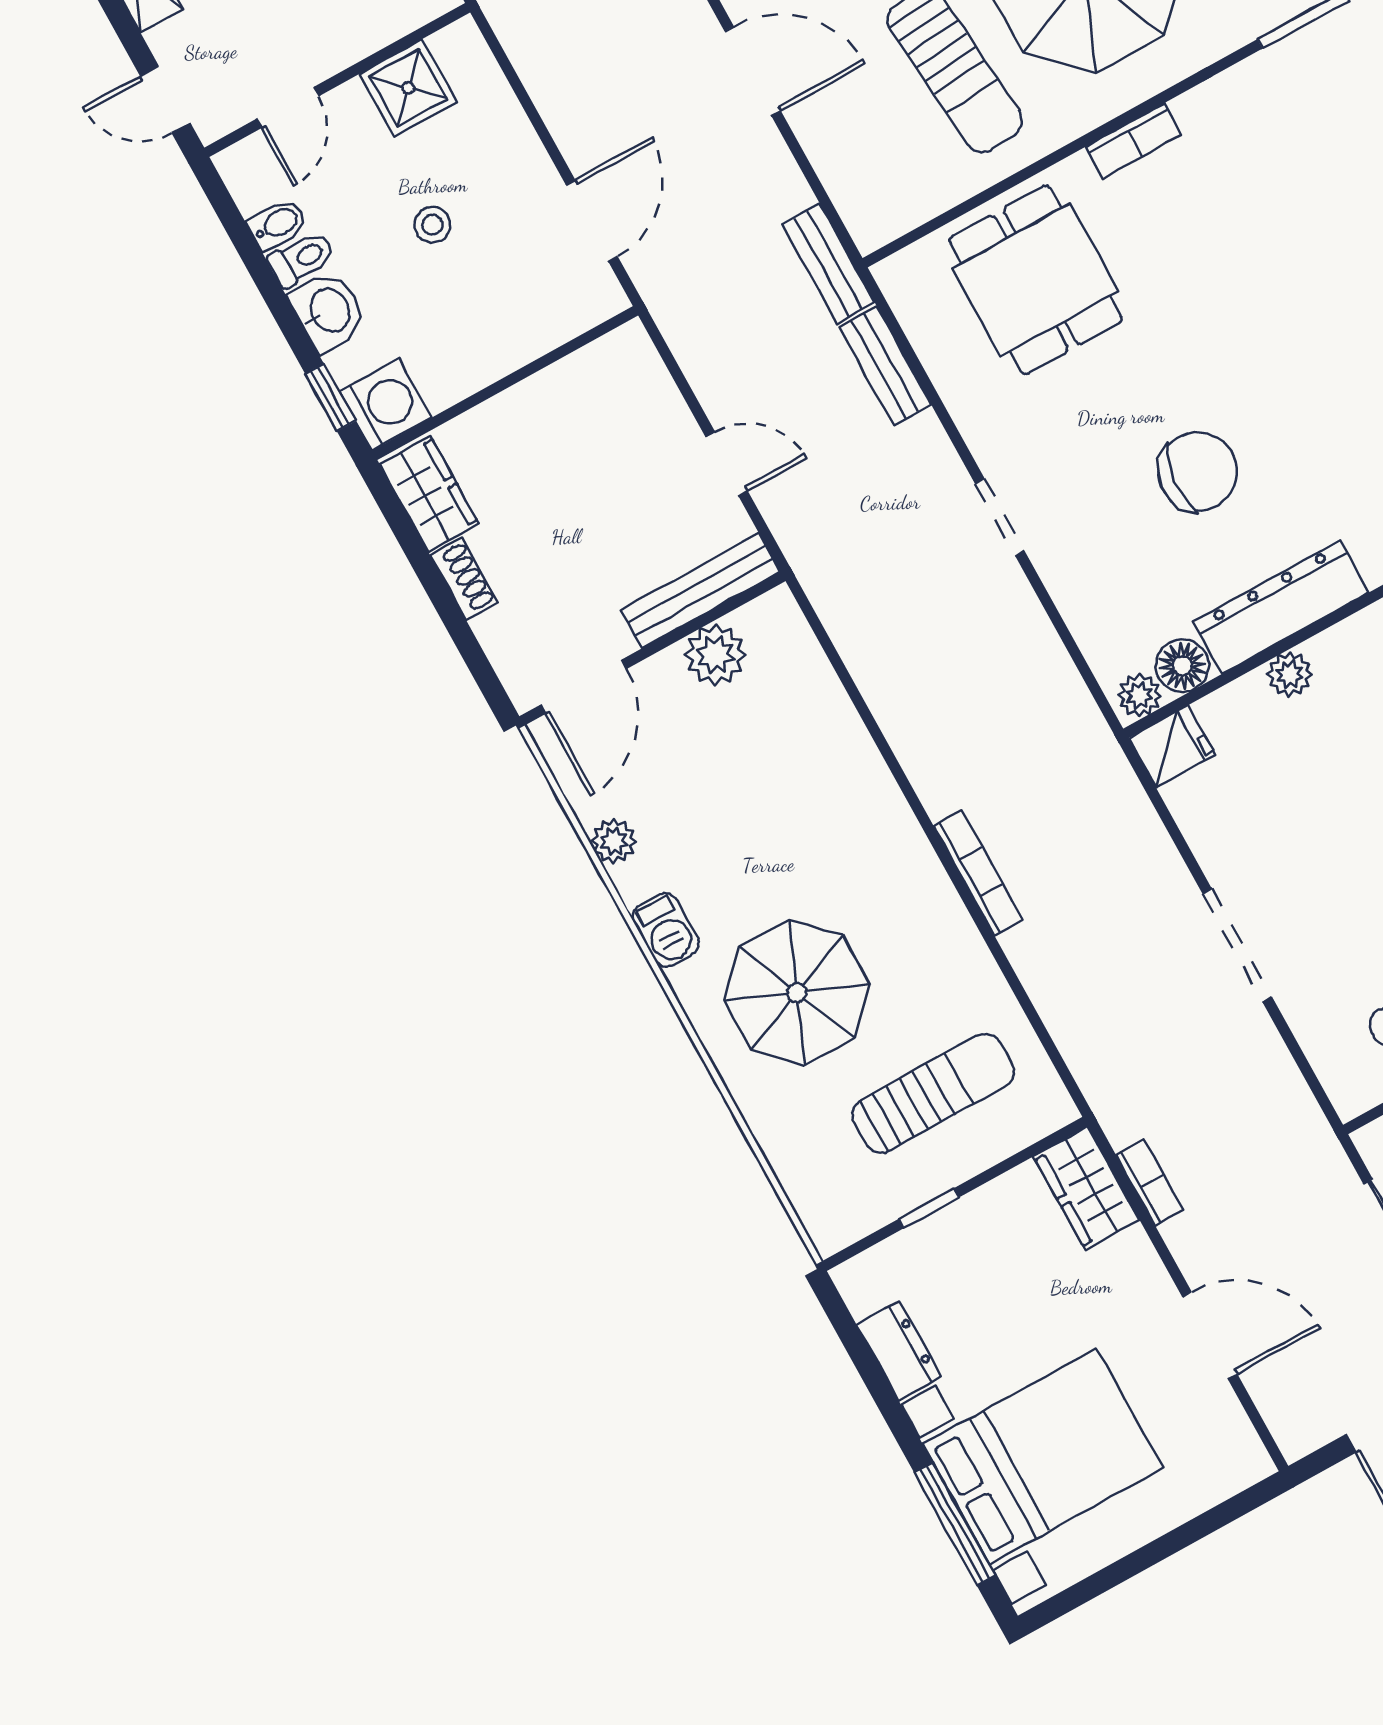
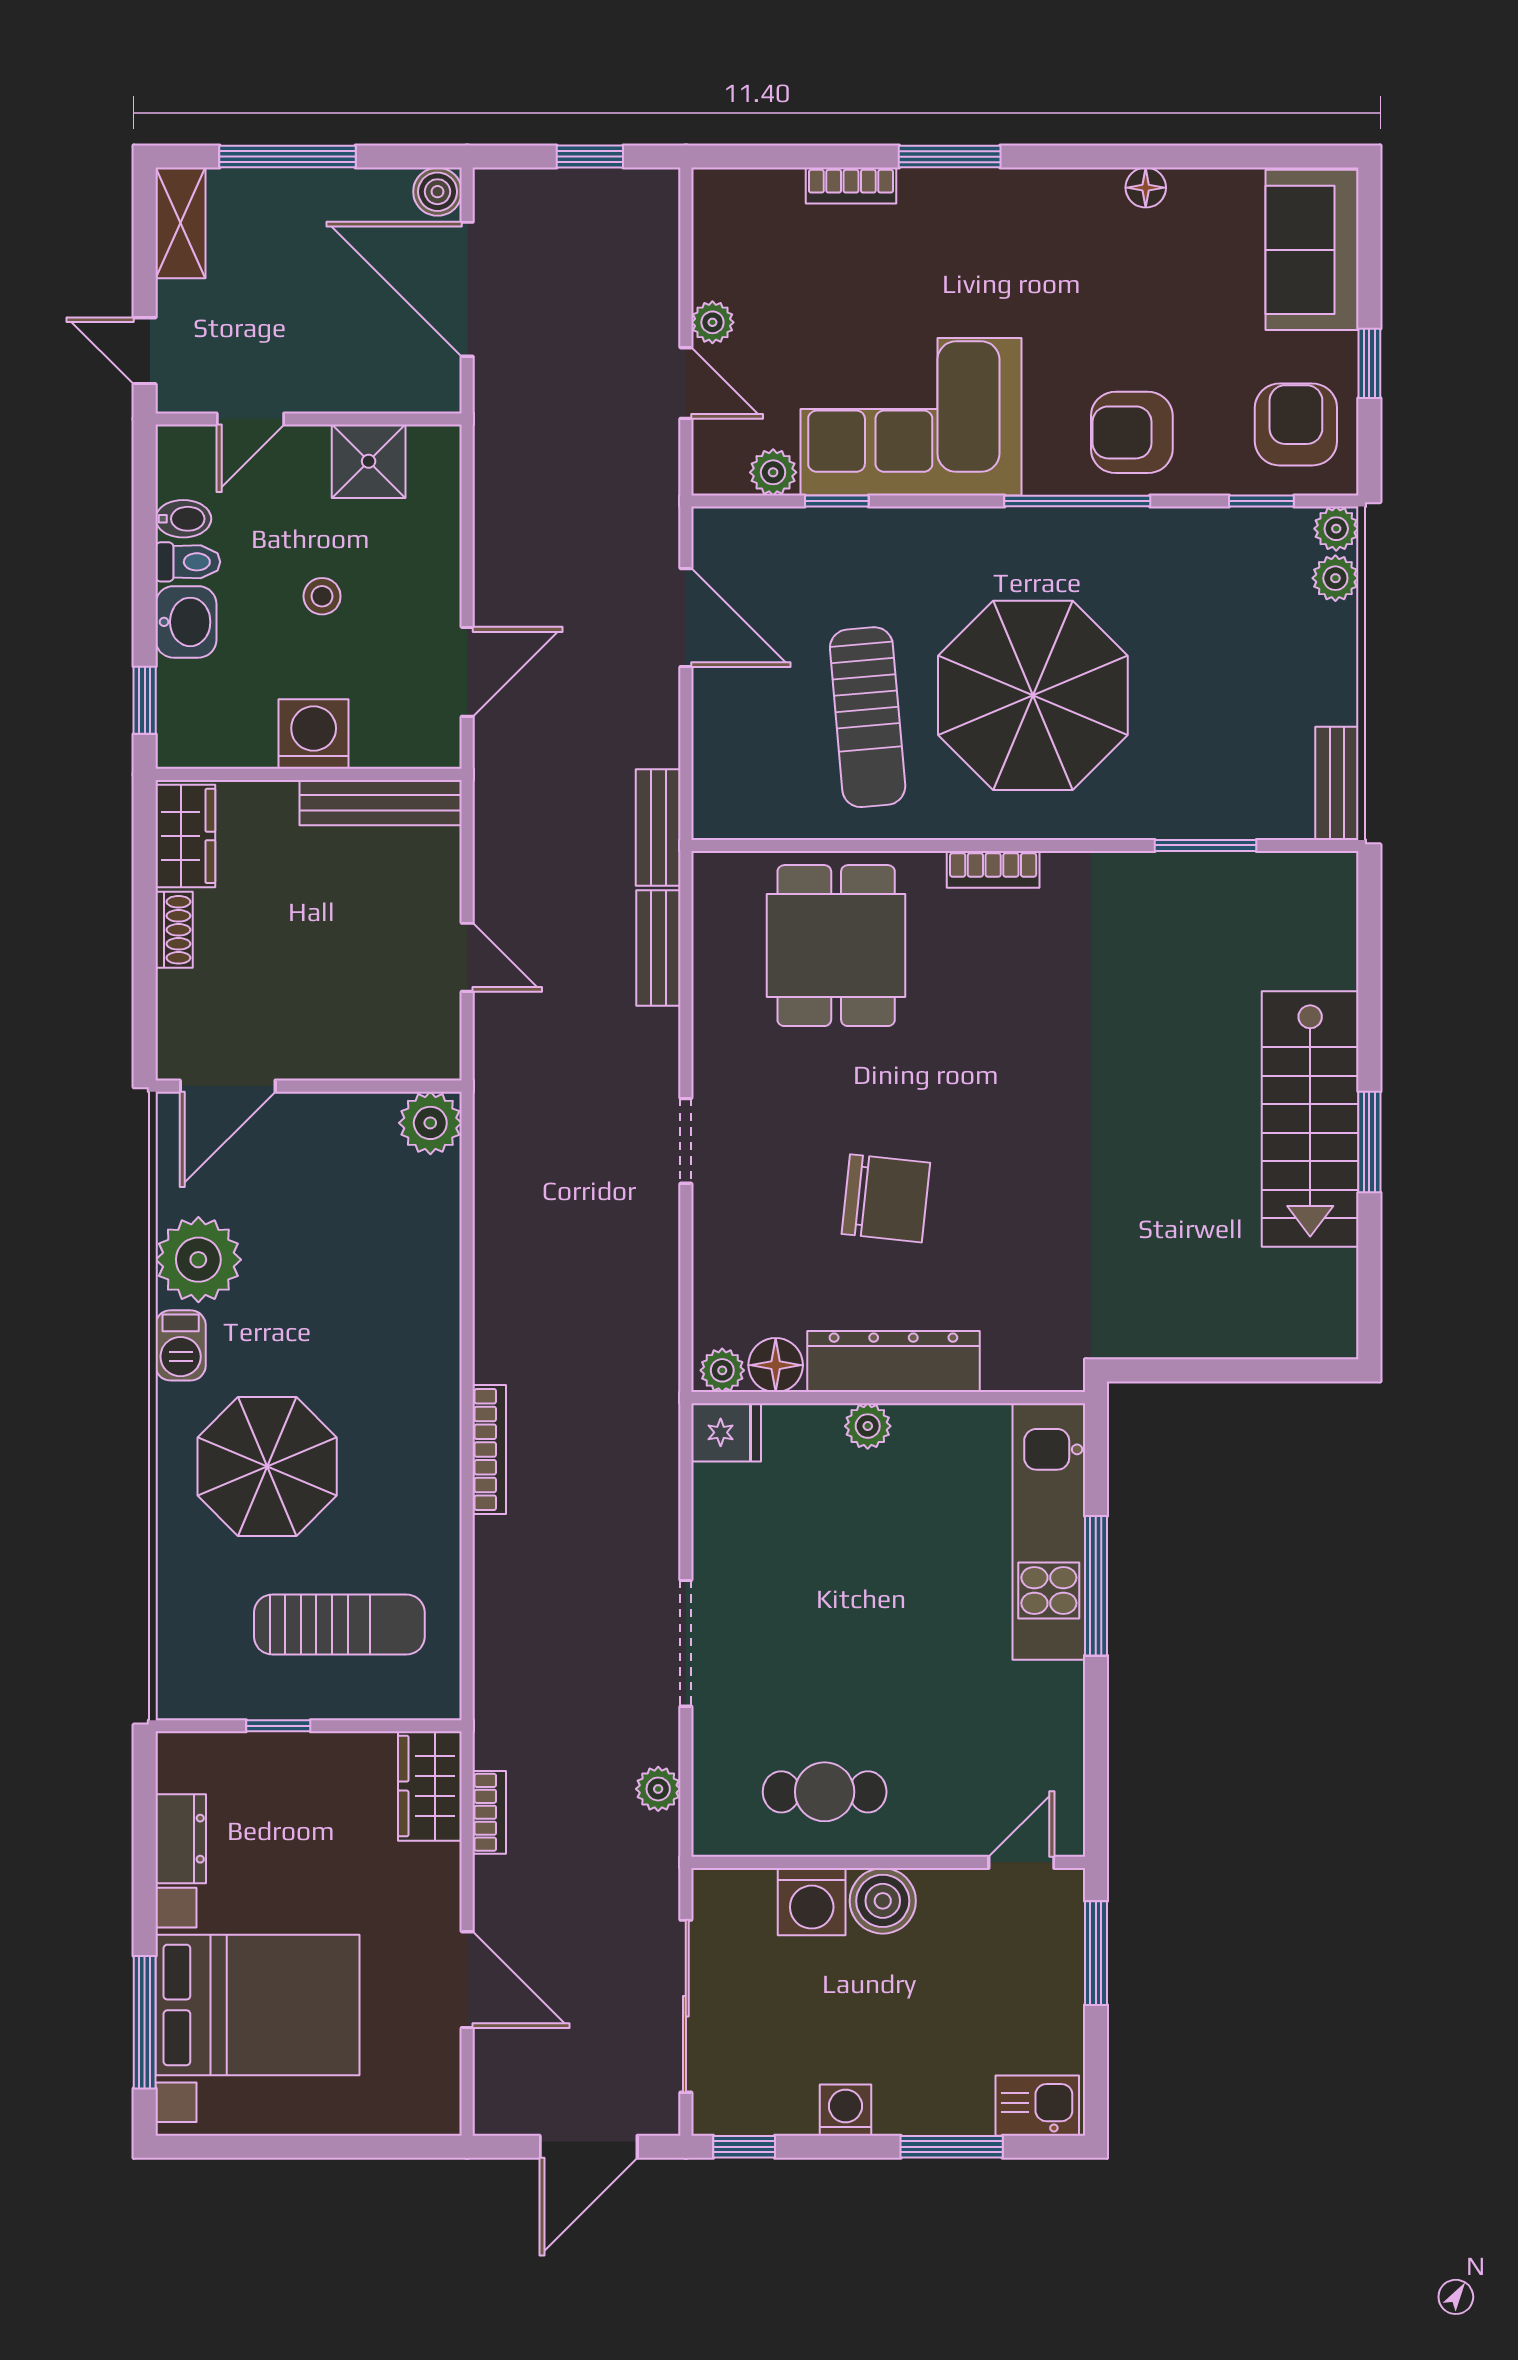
washing machine: (385, 404) -> (314, 734), moved, turned -90
bench: (700, 591) -> (381, 803), moved
plant: (715, 655) -> (430, 1123), moved
plant: (614, 841) -> (198, 1260), width x1.88, depth x1.88
plant: (1282, 1083) -> (658, 1789), added

